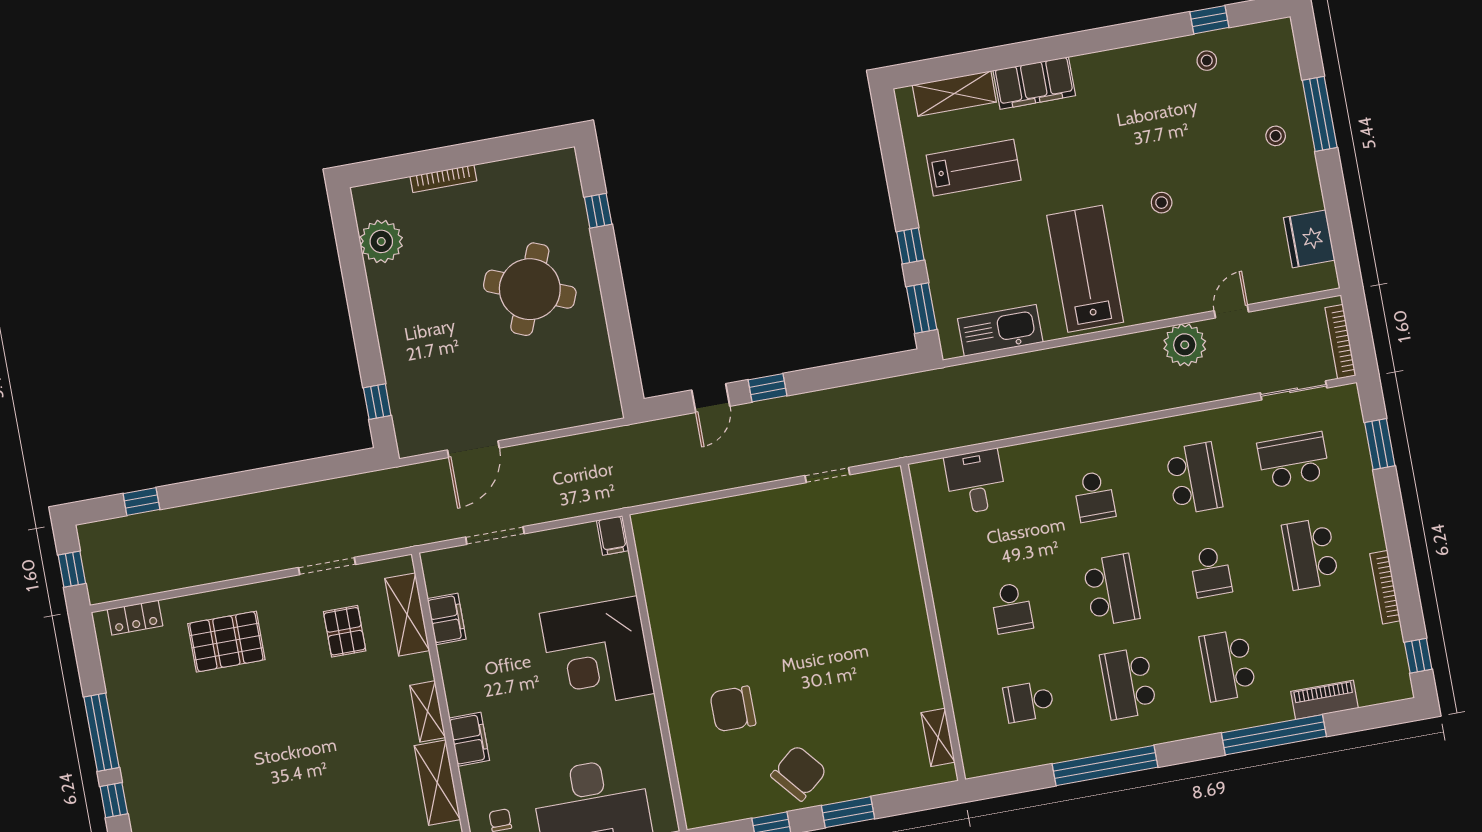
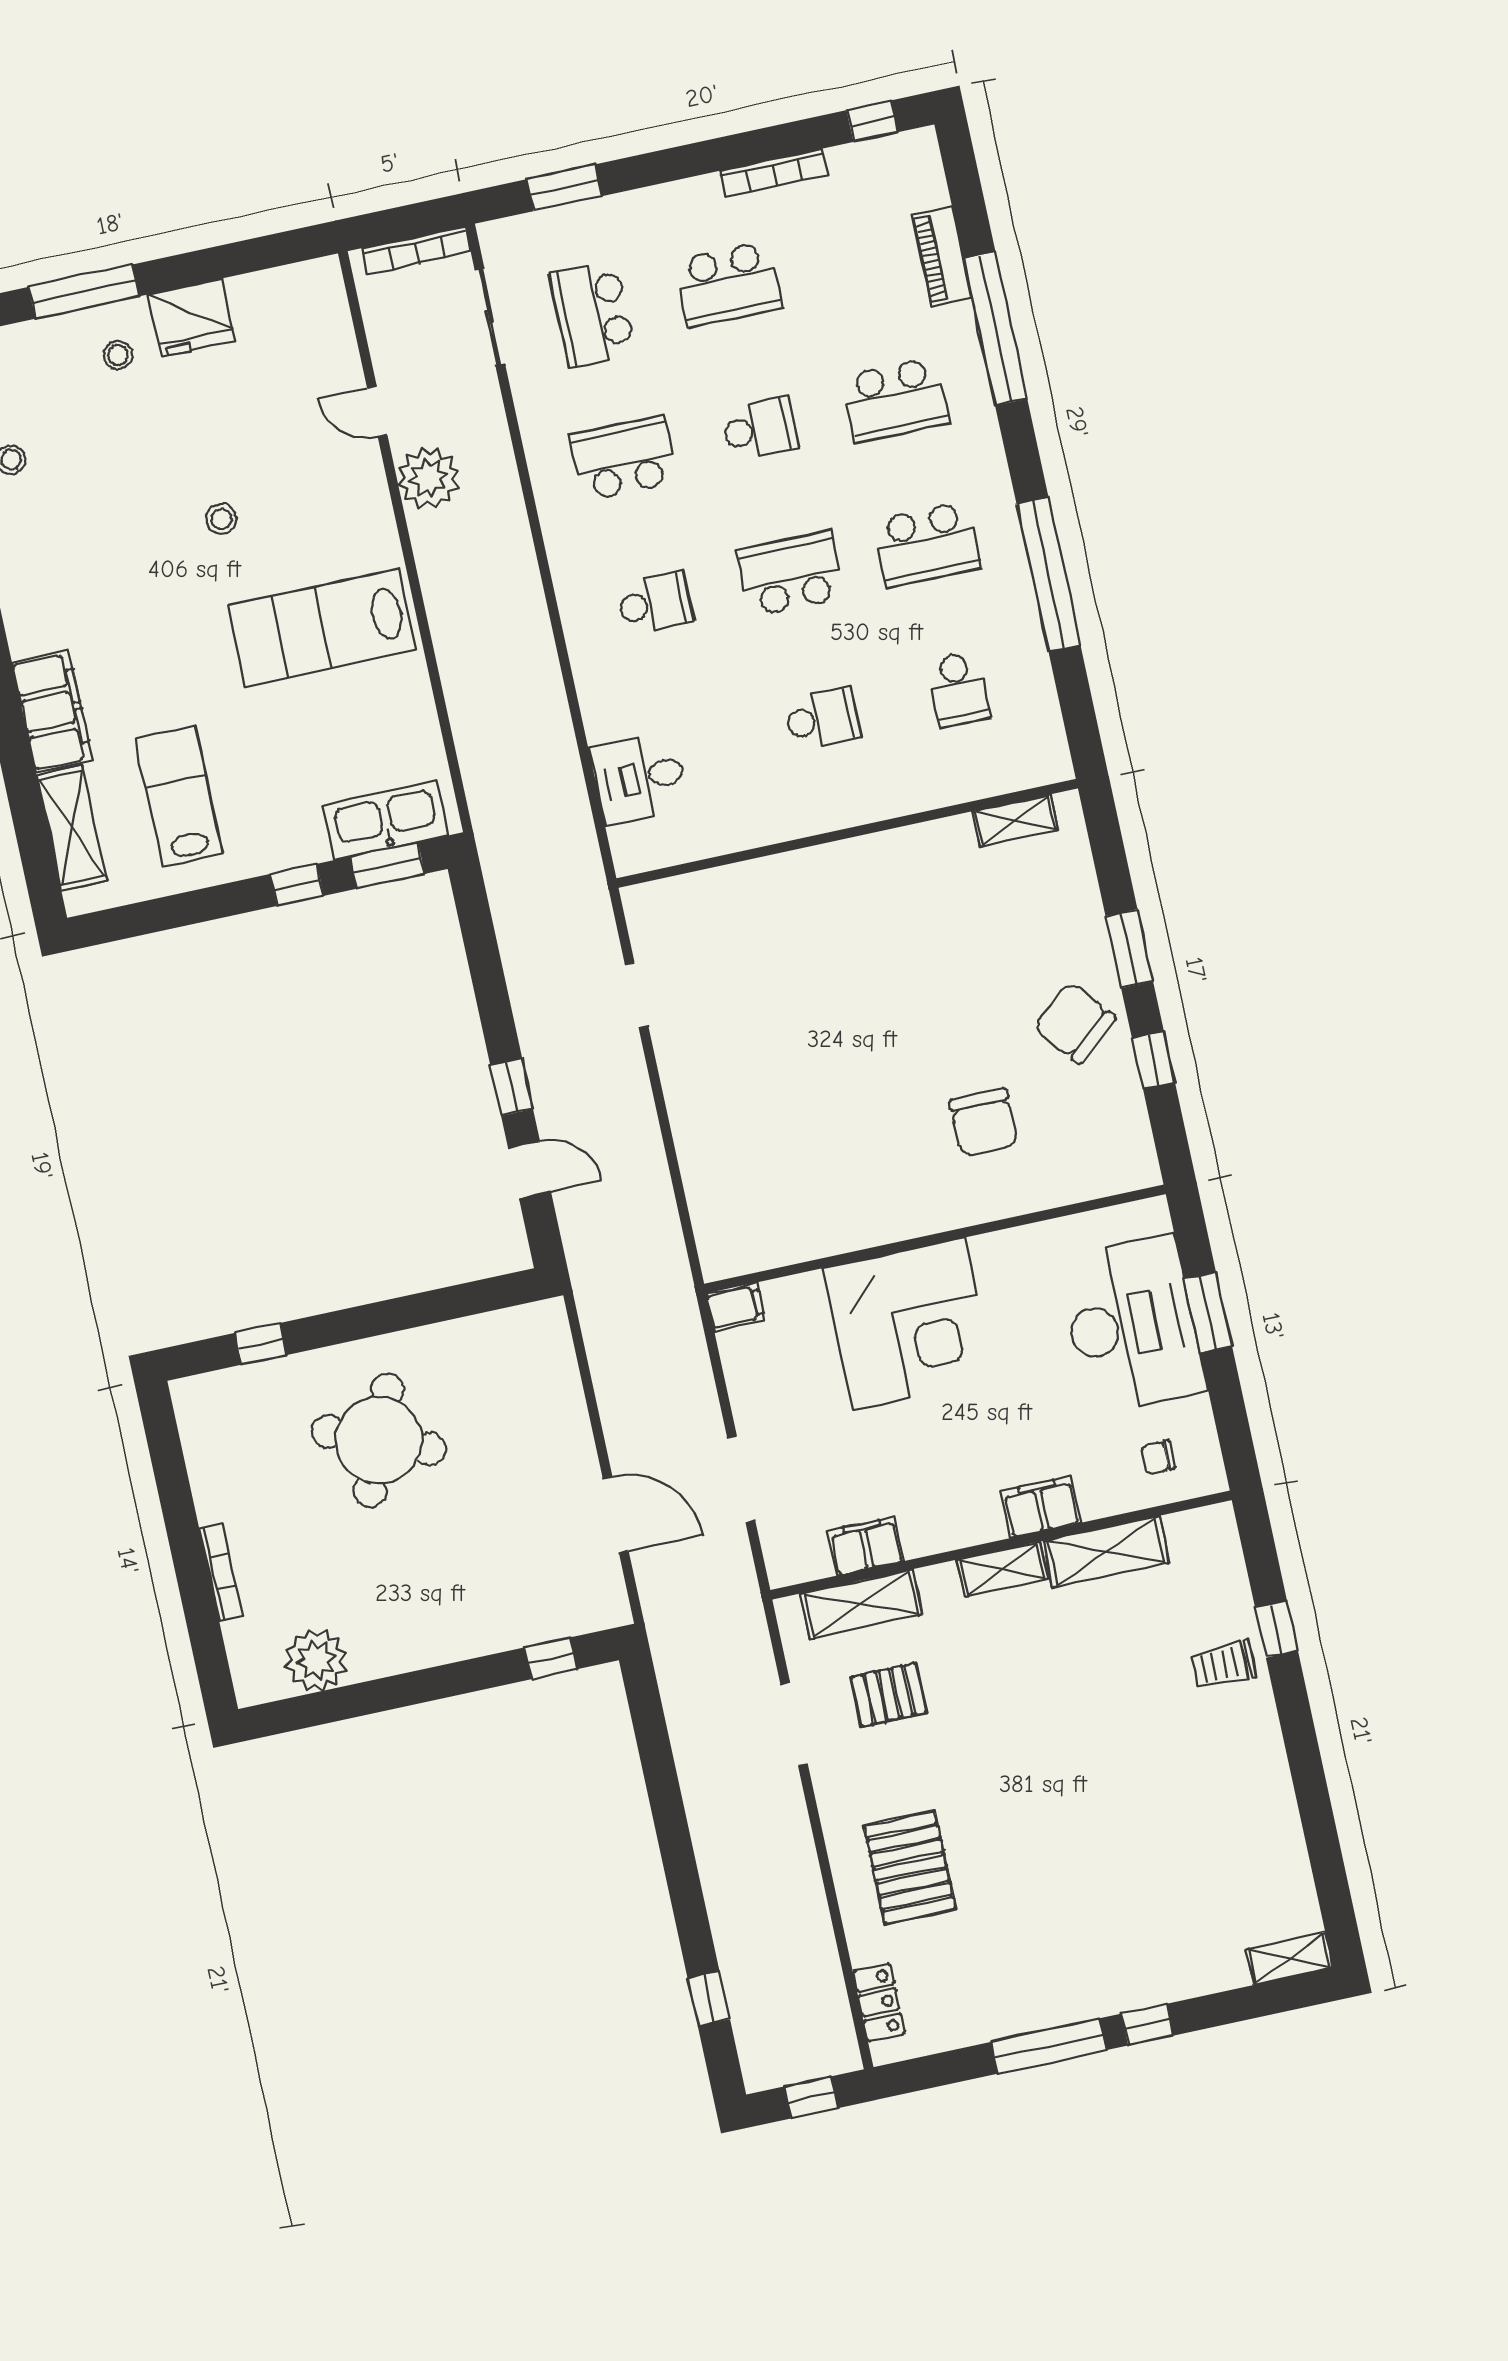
fridge: (1309, 239) -> (192, 317), moved
kitchen sink: (1000, 330) -> (386, 820), moved, turned 90

